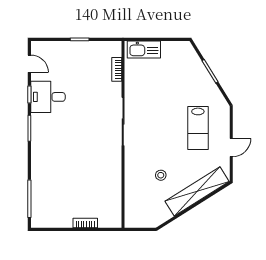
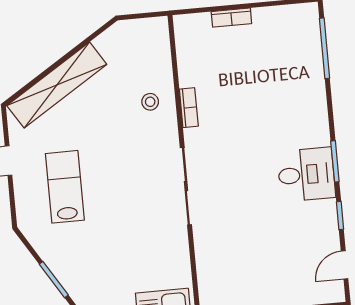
door: (29, 64) -> (345, 265), hinge flipped
bookcase: (117, 69) -> (189, 108), moved
desk: (48, 97) -> (306, 174), moved
stool: (161, 175) -> (150, 102), moved

